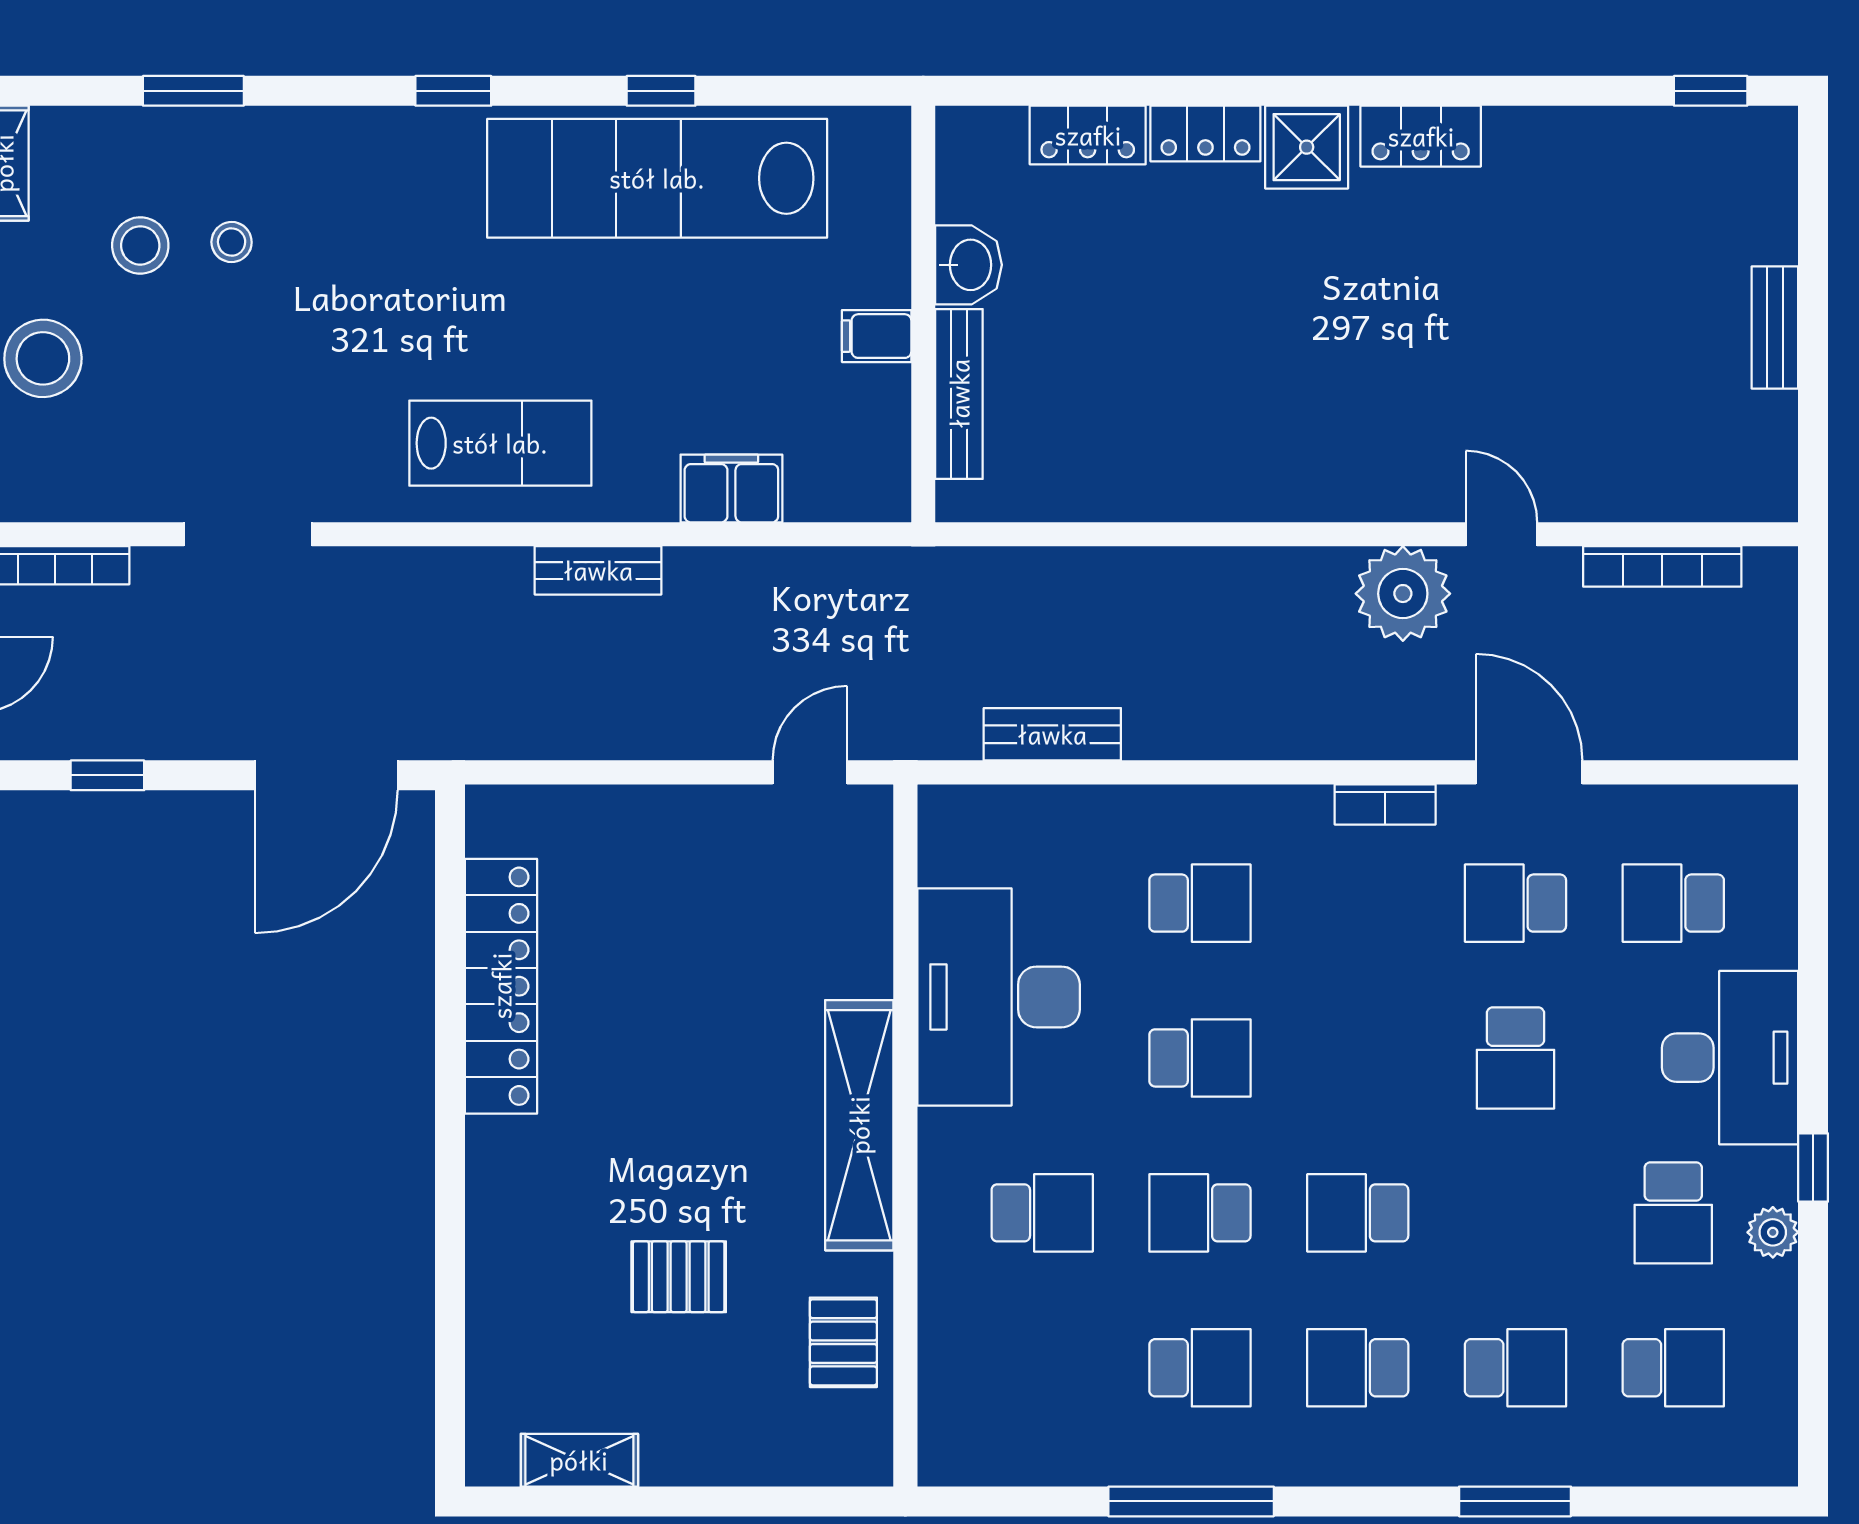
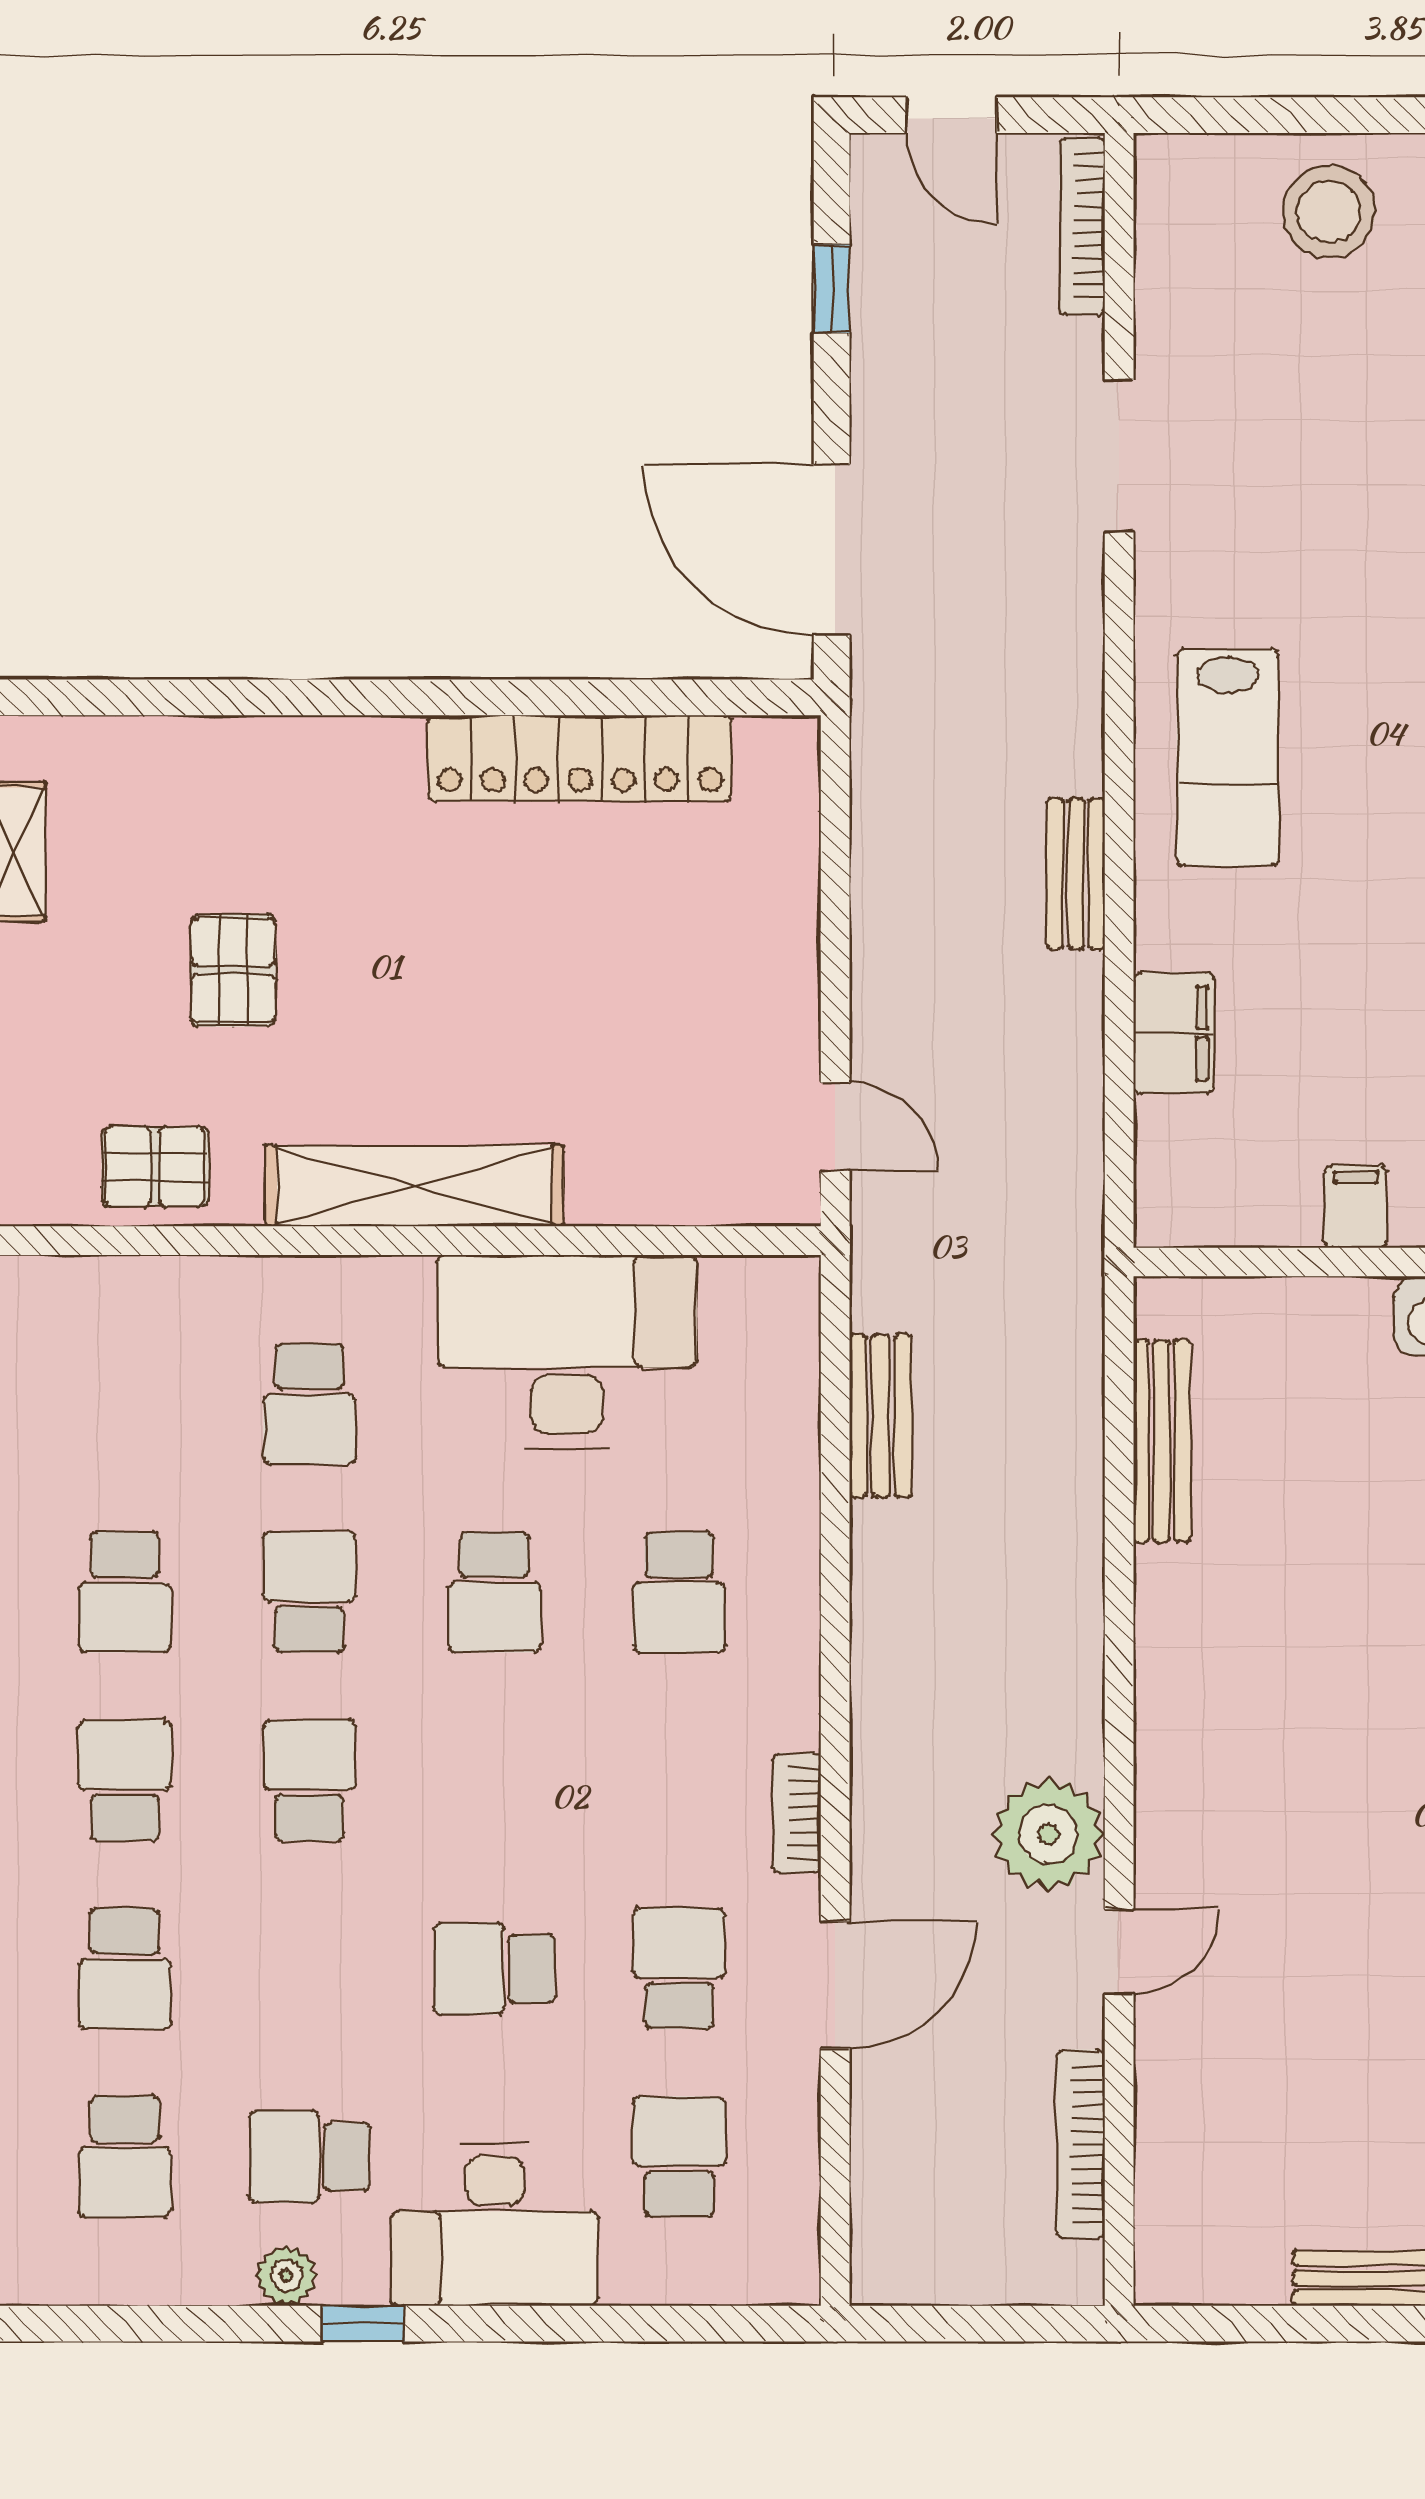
bench: (959, 394) -> (1162, 1441), moved, turned 90

